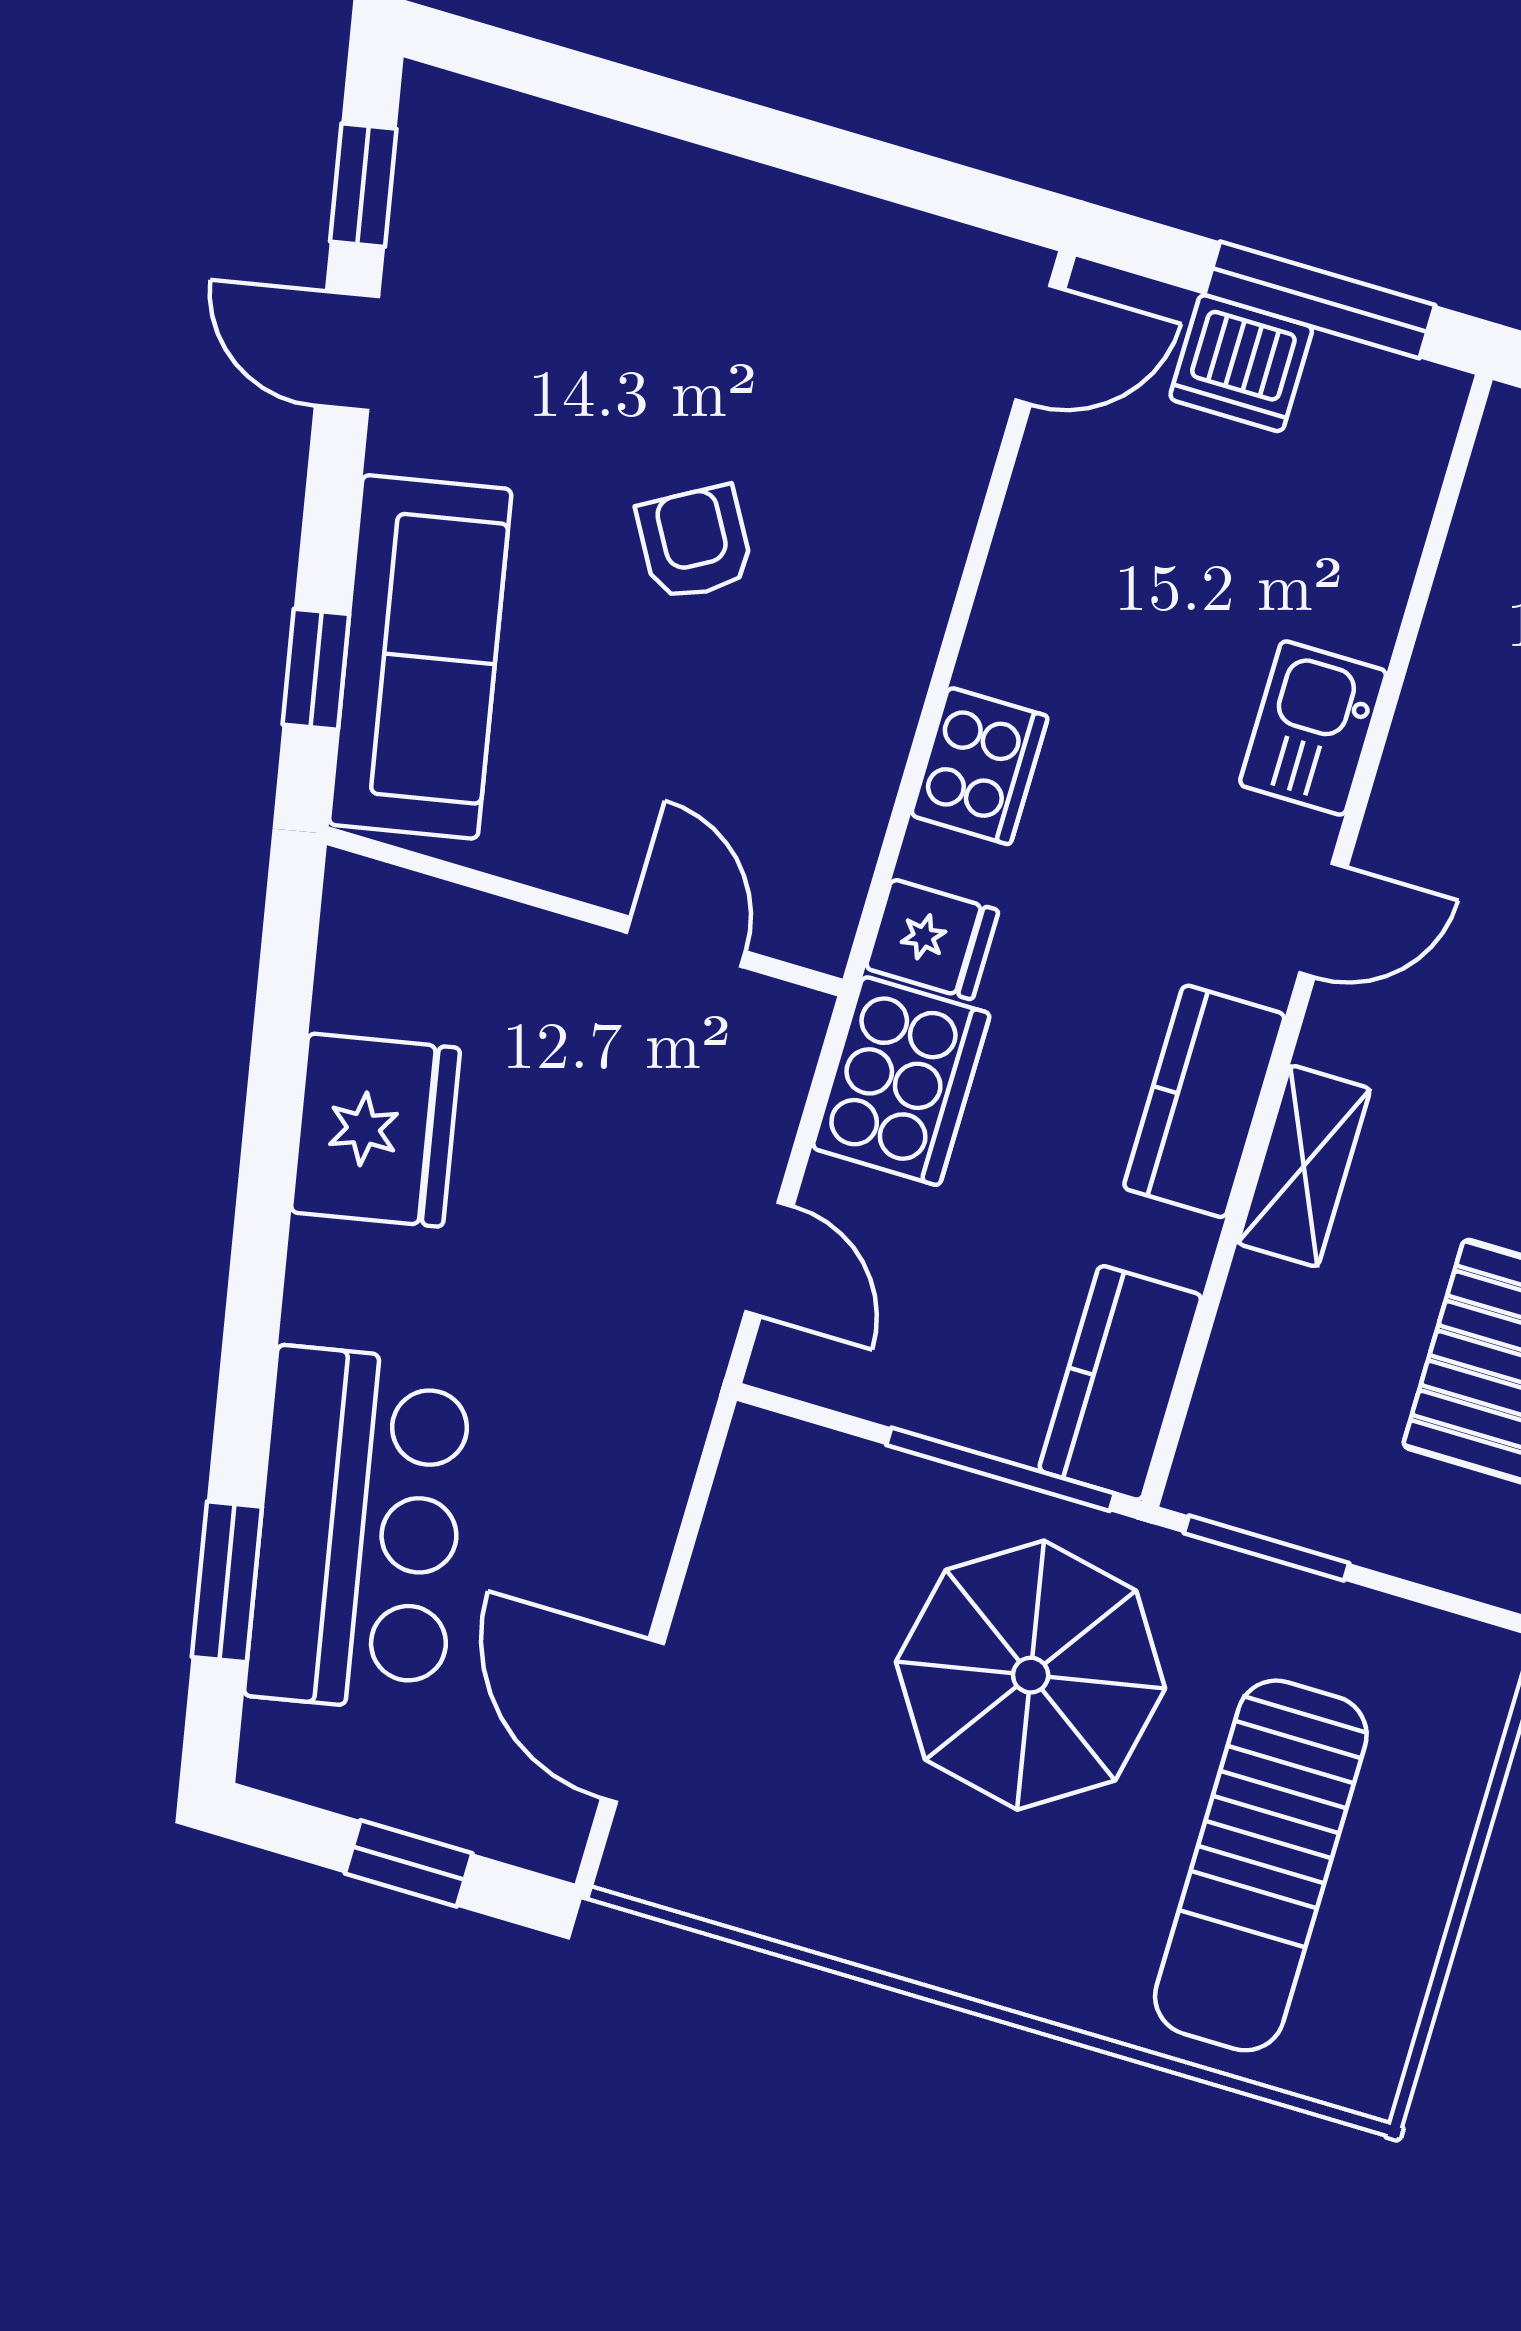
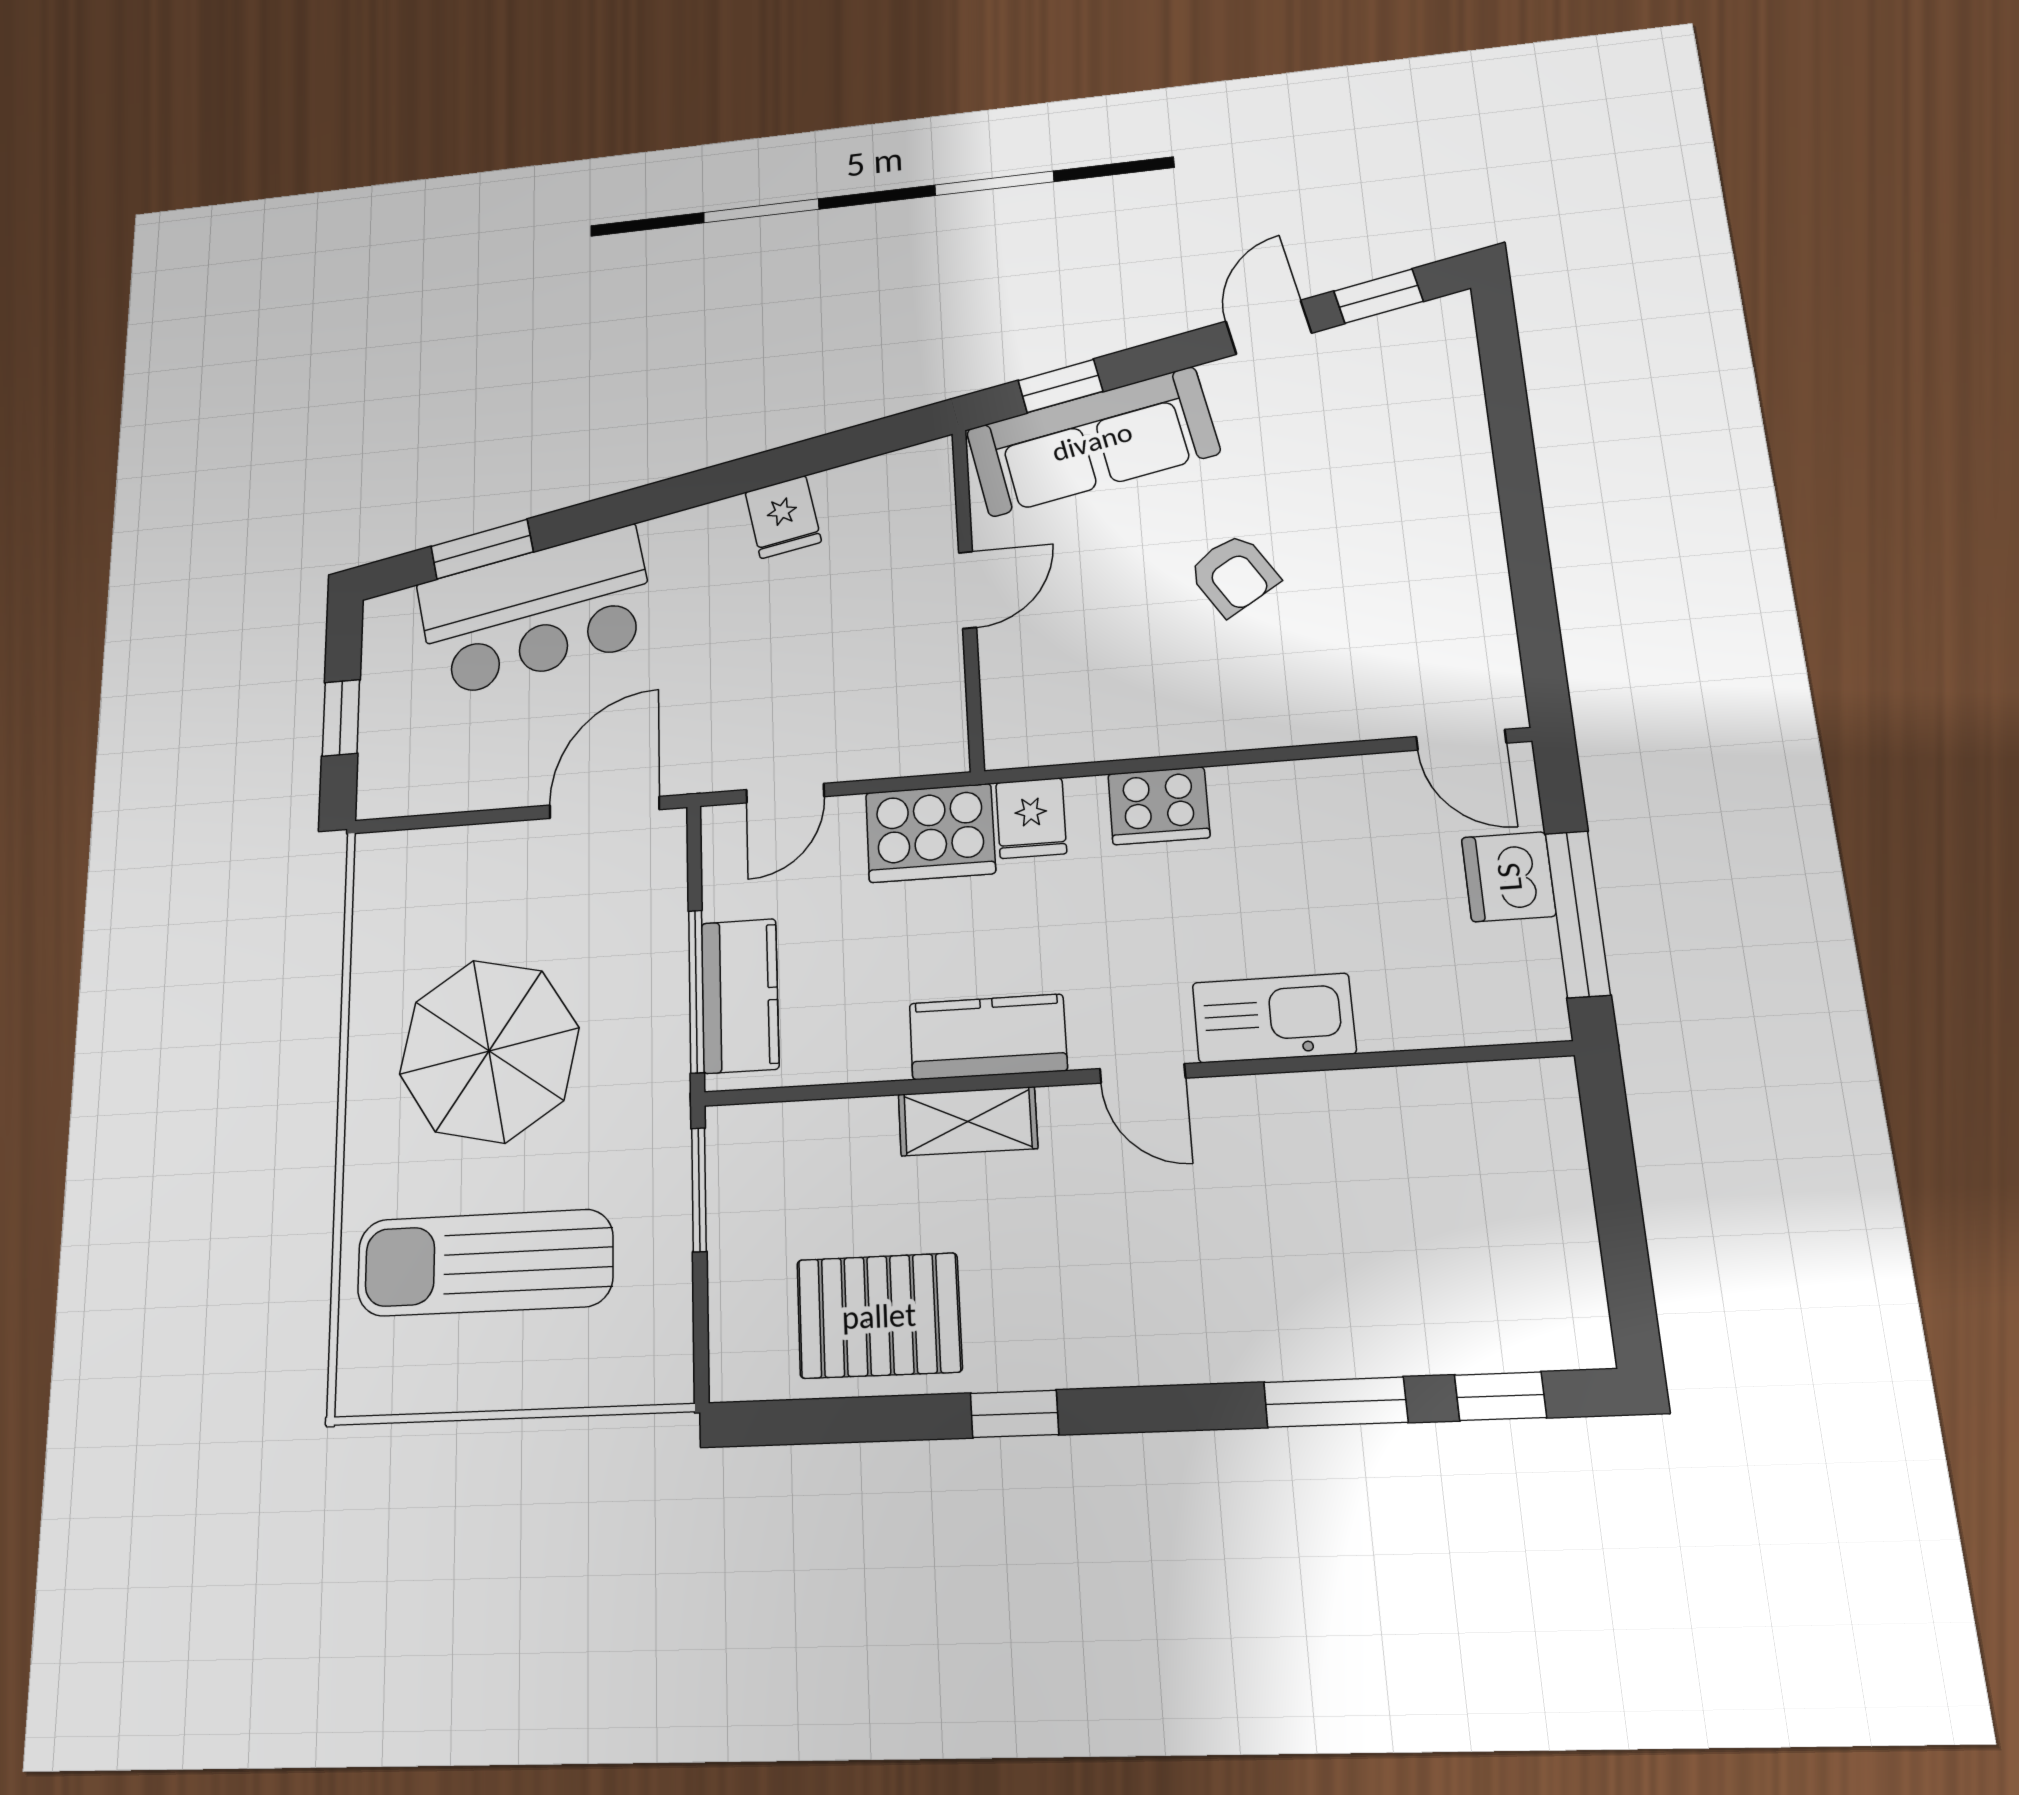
armchair: (695, 543) -> (1233, 575), turned 88
kitchen sink: (1313, 728) -> (1274, 1018), width x1.38
door: (686, 942) -> (968, 590), moved
fridge: (376, 1130) -> (783, 517), width x0.53, depth x0.75
kitchen counter: (1120, 1383) -> (740, 996), moved, turned 90
parasol: (1031, 1675) -> (489, 1051), moved
door: (633, 1721) -> (604, 807), moved

